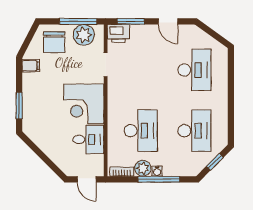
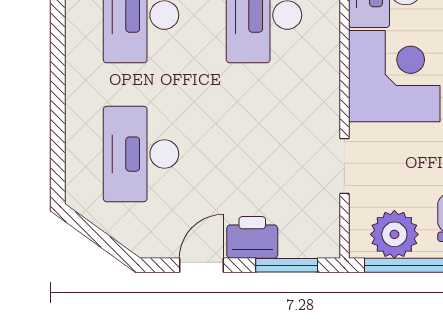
door: (168, 21) -> (202, 265), hinge flipped
printer: (118, 34) -> (252, 237), moved

